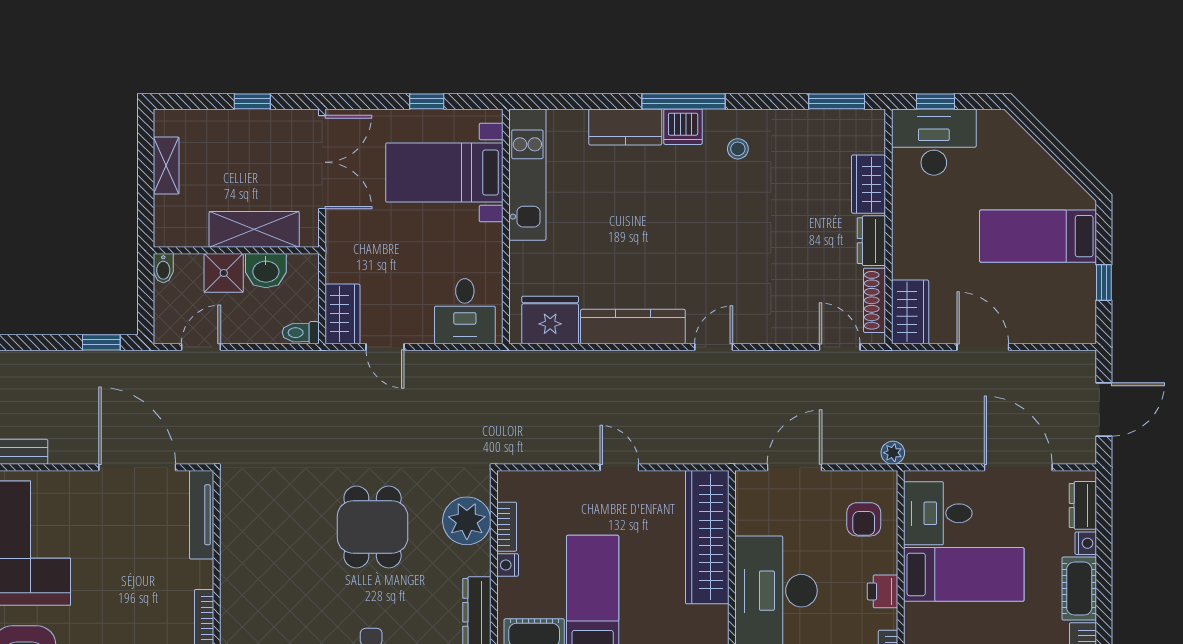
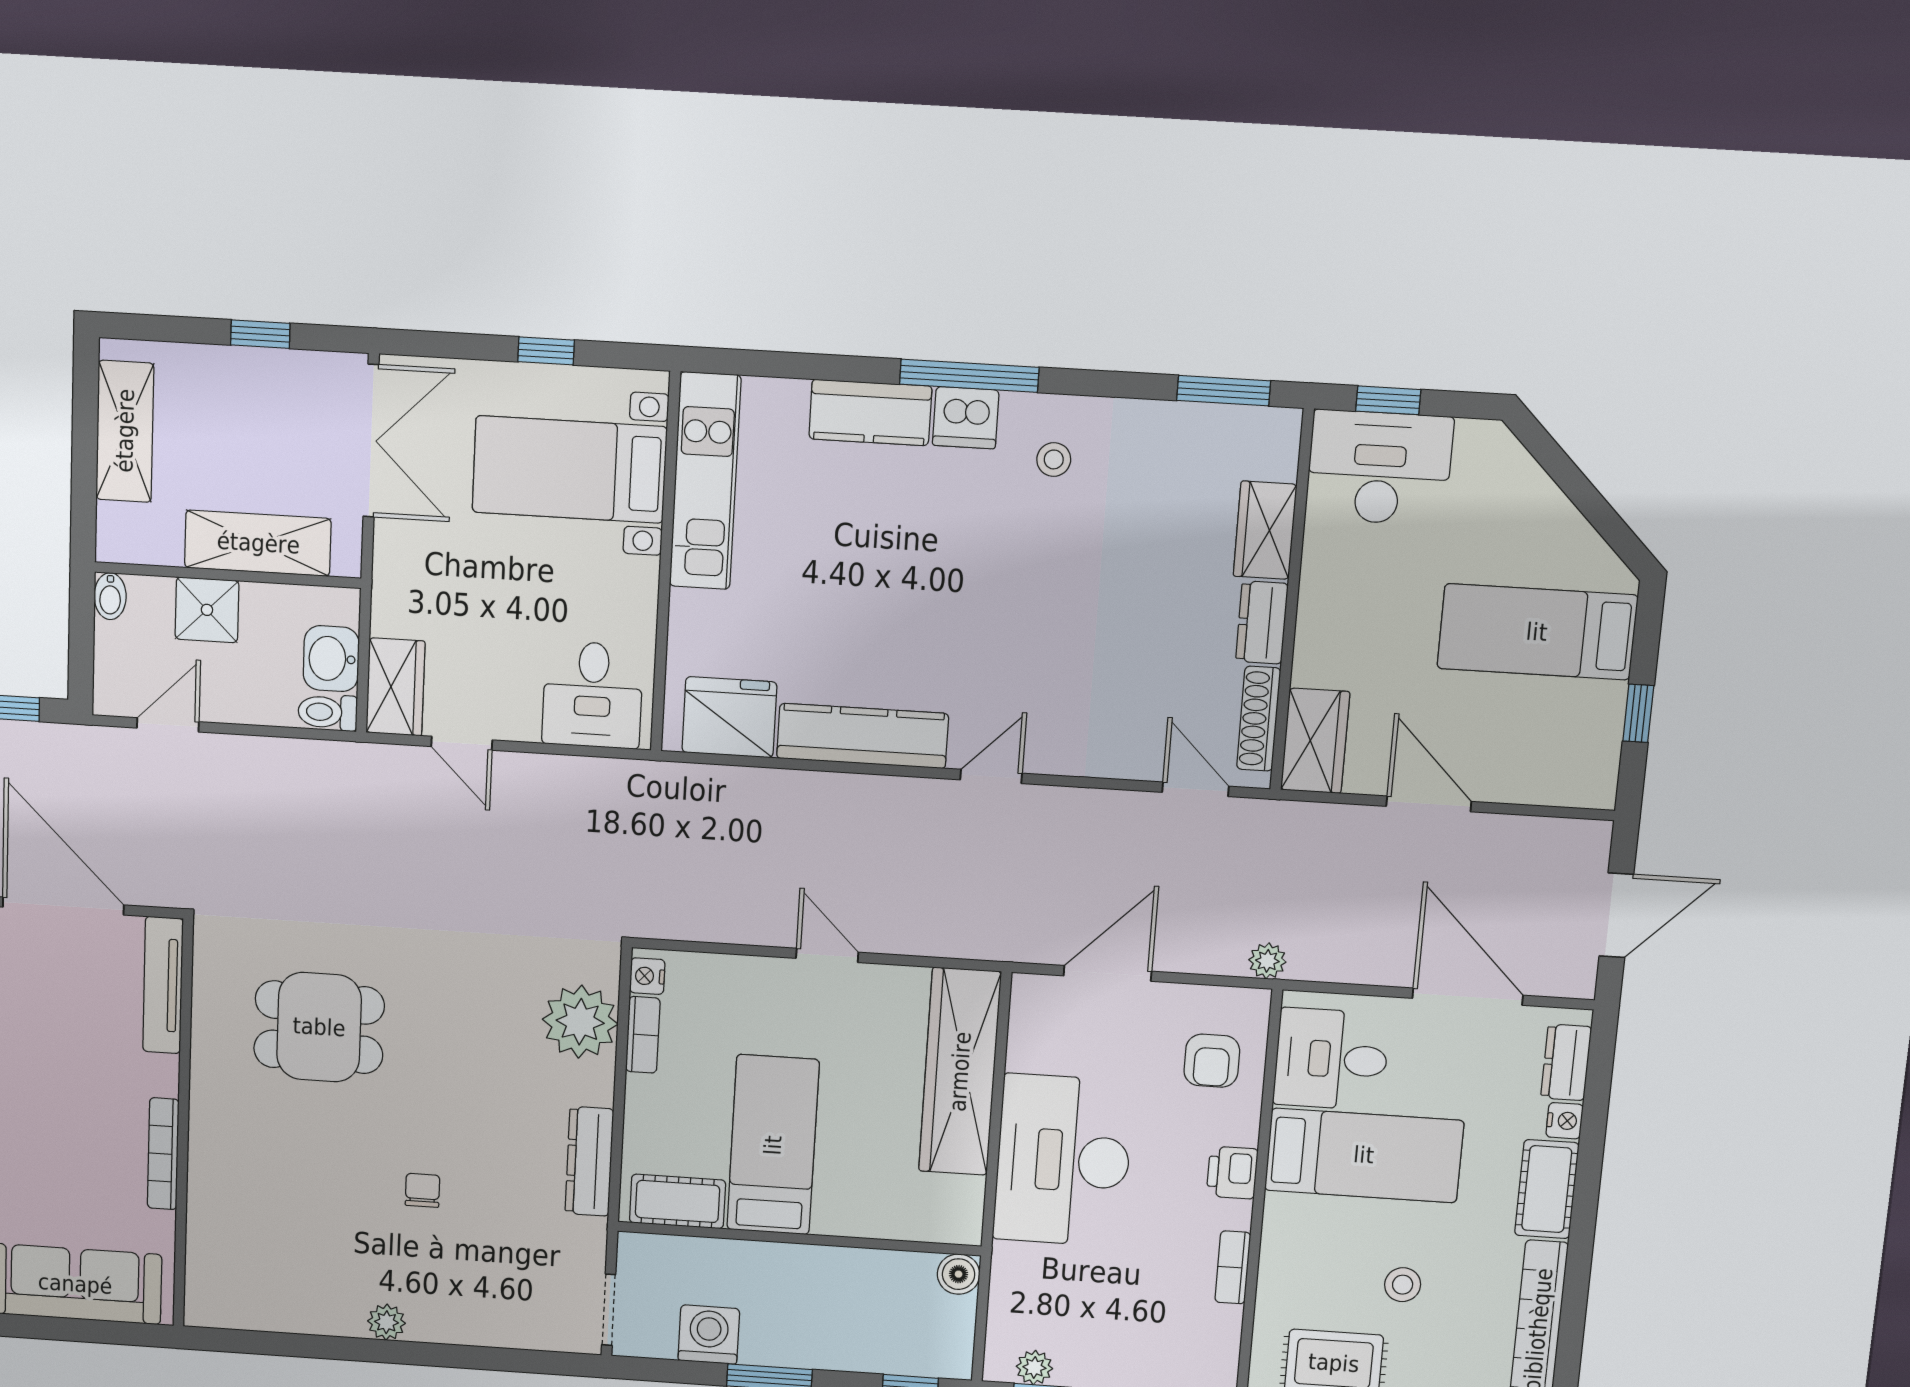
shelving: (166, 165) -> (125, 431), width x1.50, depth x1.33
washbasin: (266, 271) -> (331, 659), moved, turned 90
dining table: (373, 527) -> (319, 1027), moved, turned 90
nightstand: (508, 565) -> (647, 976), moved

